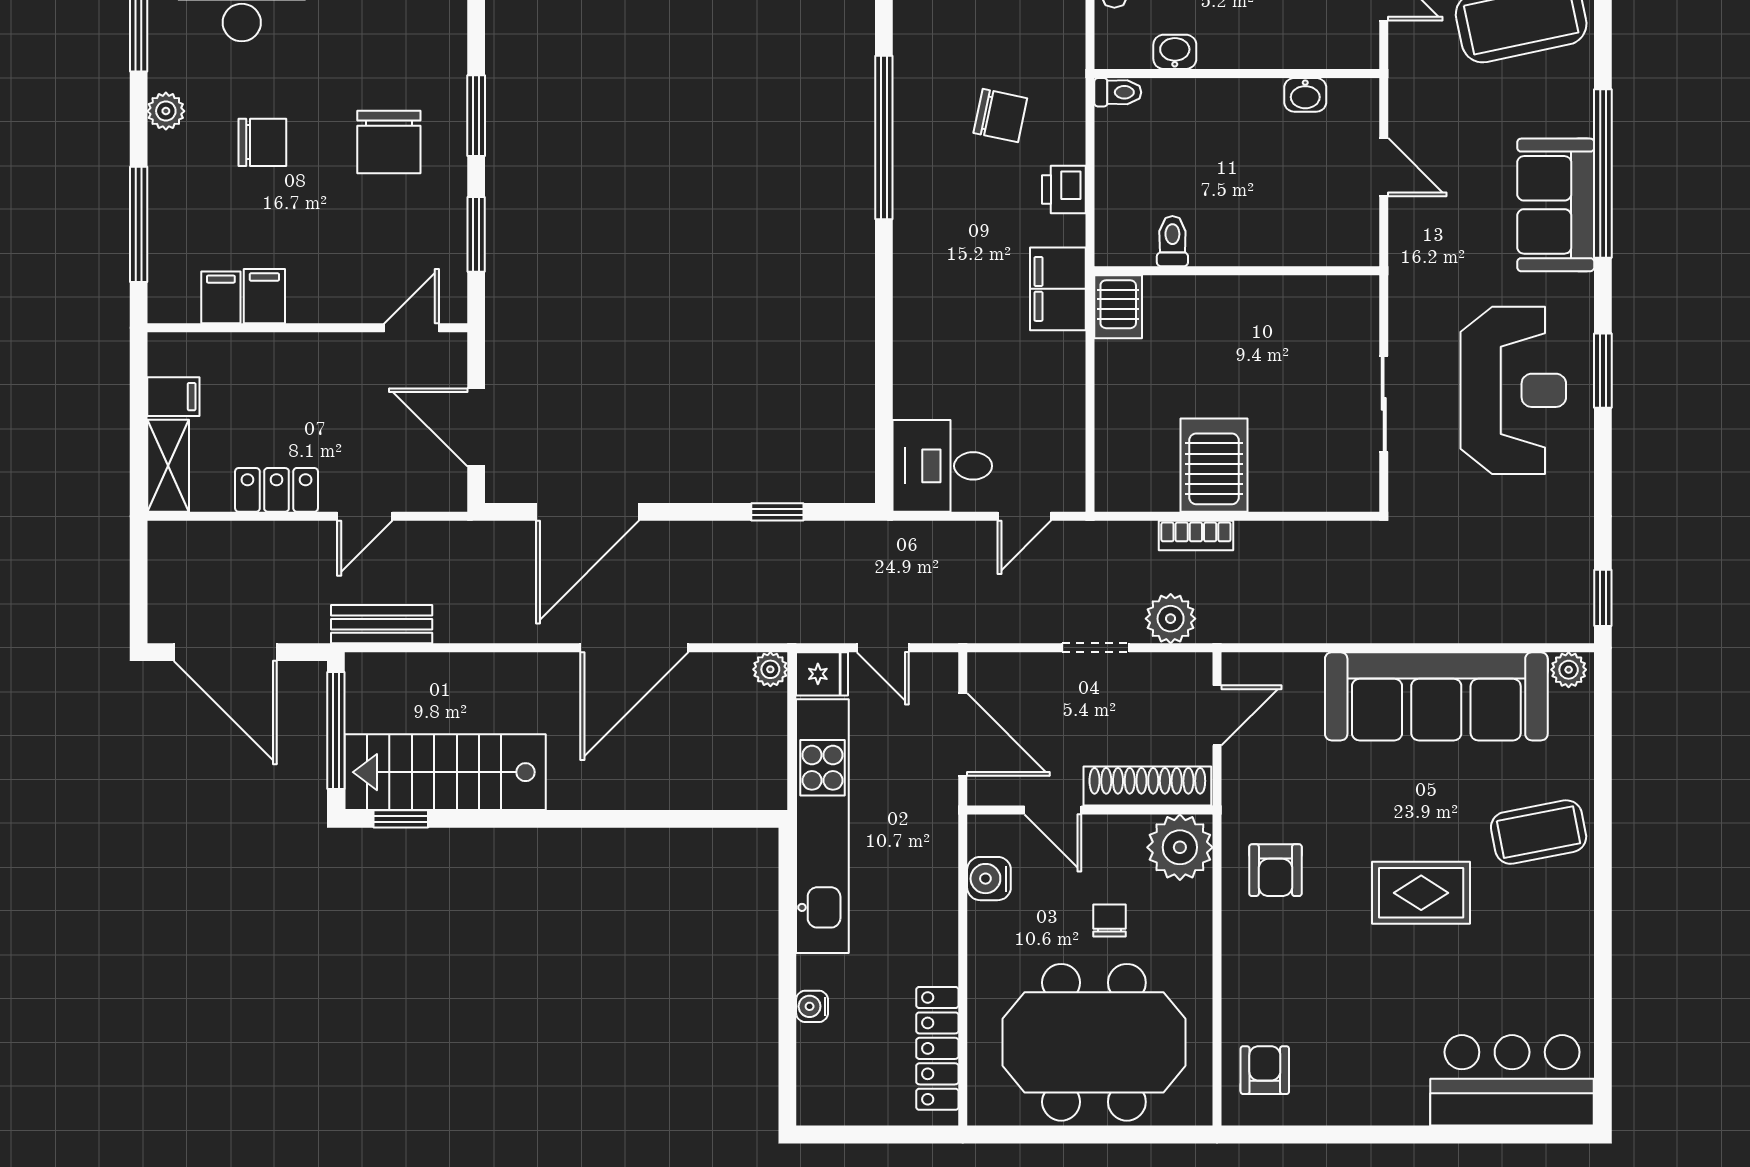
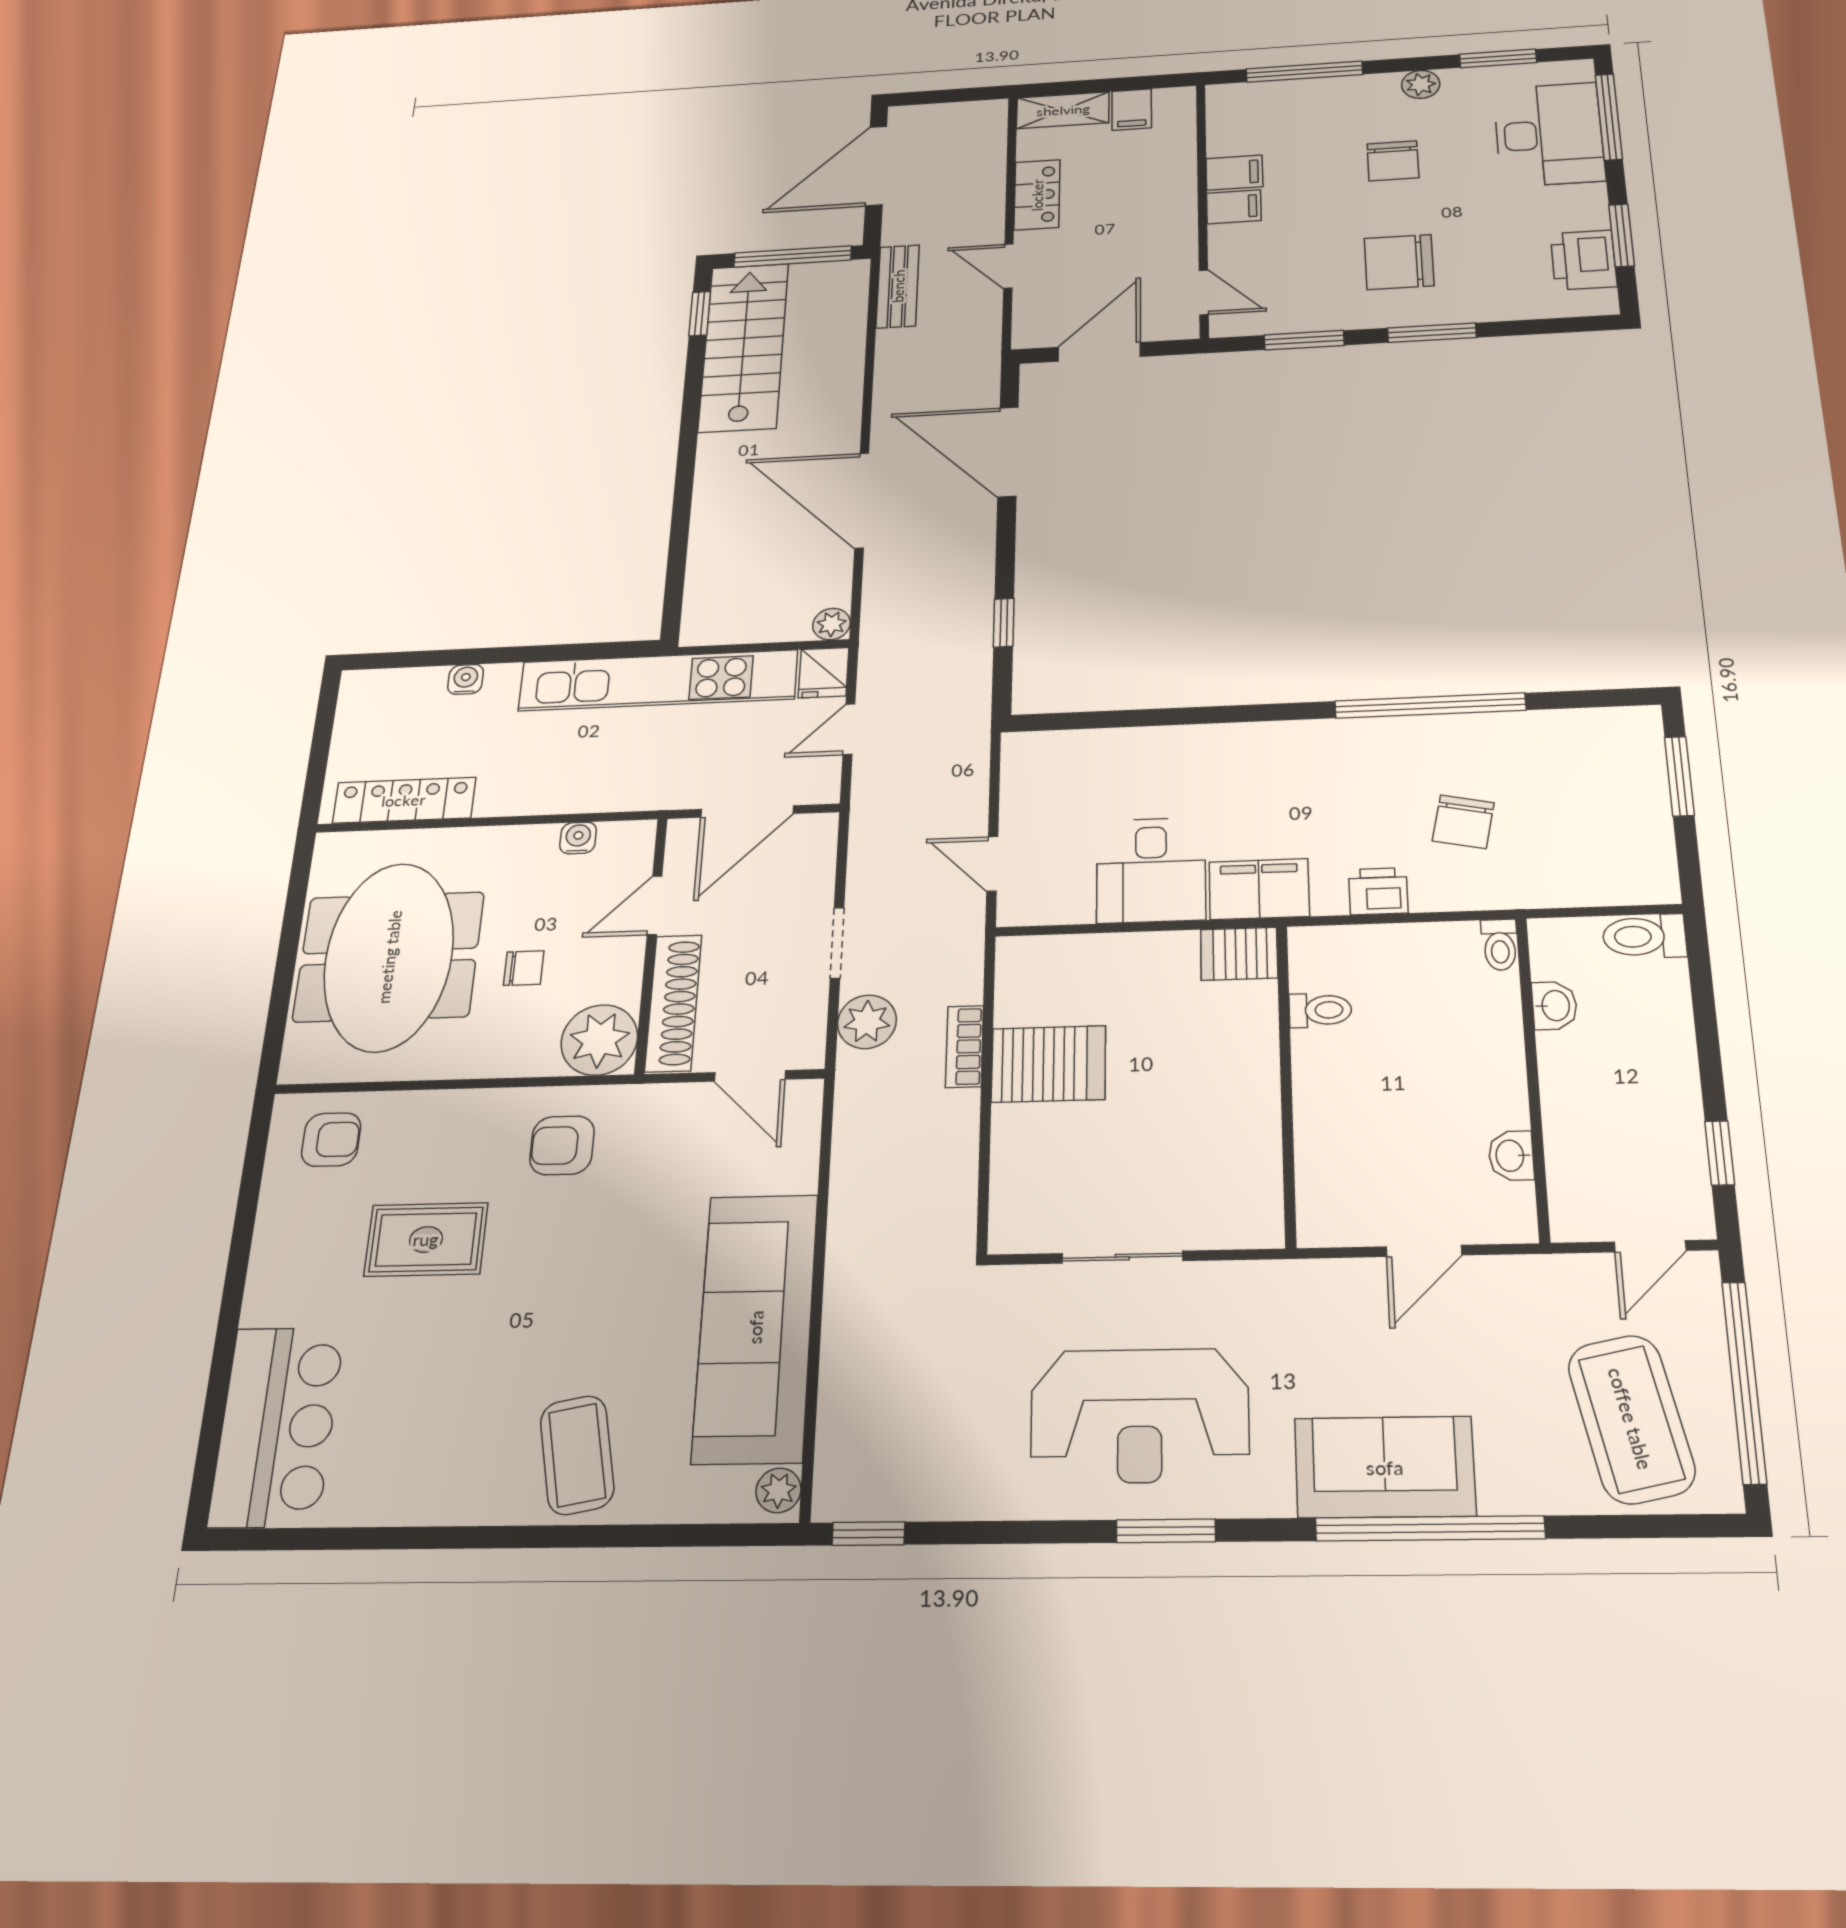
filing cabinet: (221, 297) -> (1234, 207), moved
desk: (942, 466) -> (1151, 870), moved, turned 180
water cooler: (989, 879) -> (578, 838), width x0.72, depth x0.72
rug: (1421, 893) -> (426, 1239), moved, turned 90

